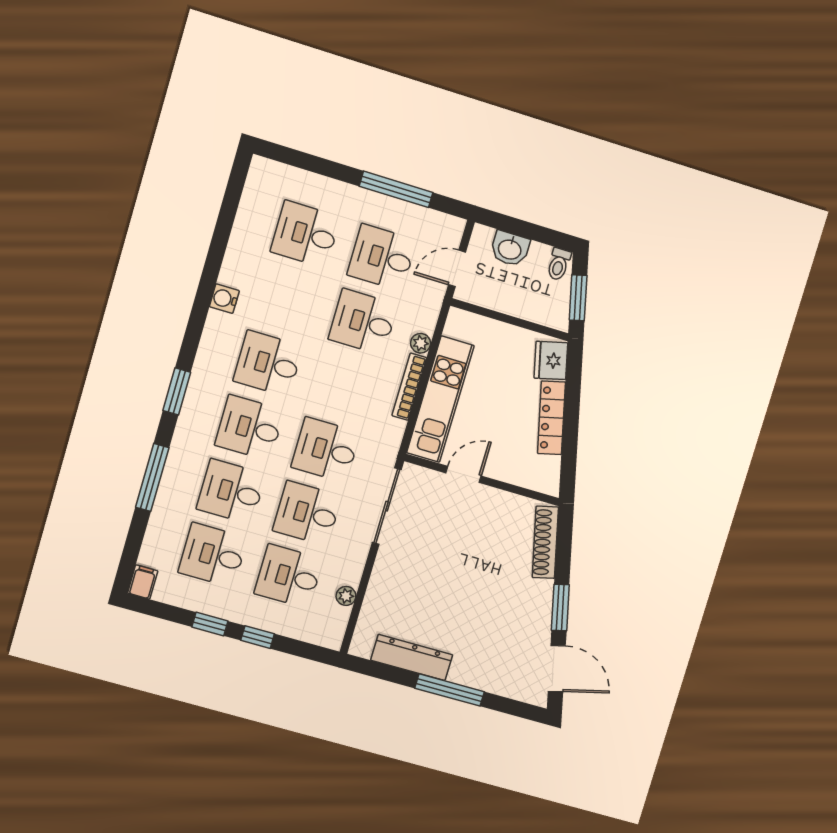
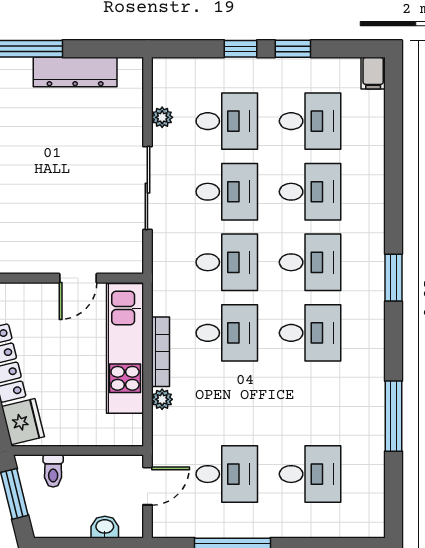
washbasin: (510, 249) -> (105, 527), width x0.72, depth x0.69
toilet: (559, 264) -> (53, 471), moved, turned 180
water cooler: (224, 299) -> (373, 385), removed
desk: (363, 322) -> (227, 333), moved
window: (152, 477) -> (393, 416), moved
sliding door: (387, 506) -> (147, 188), moved

